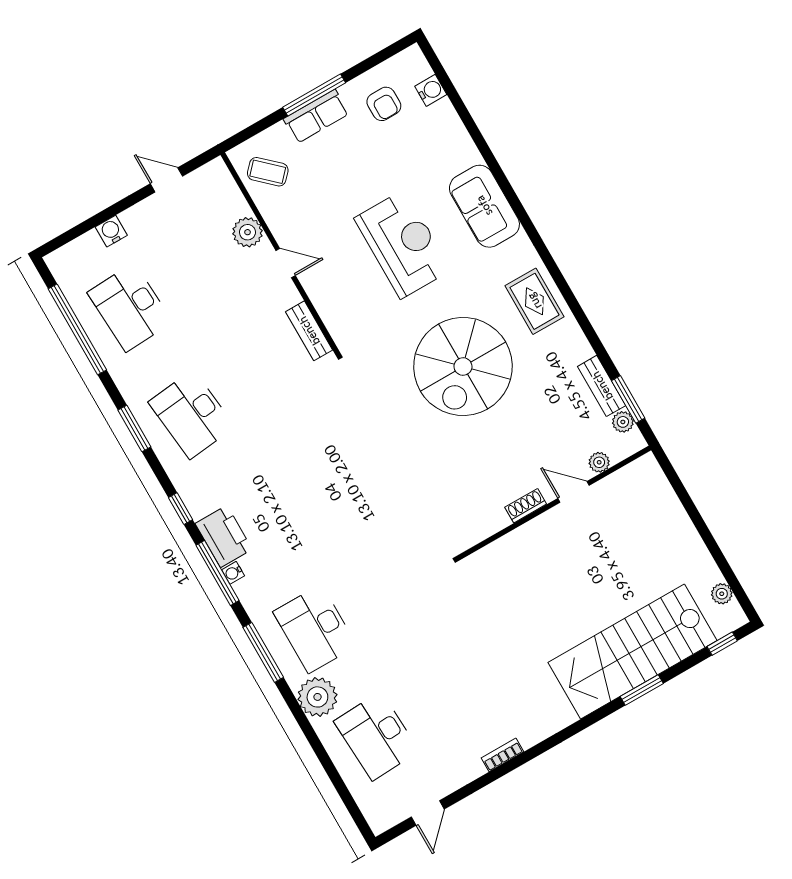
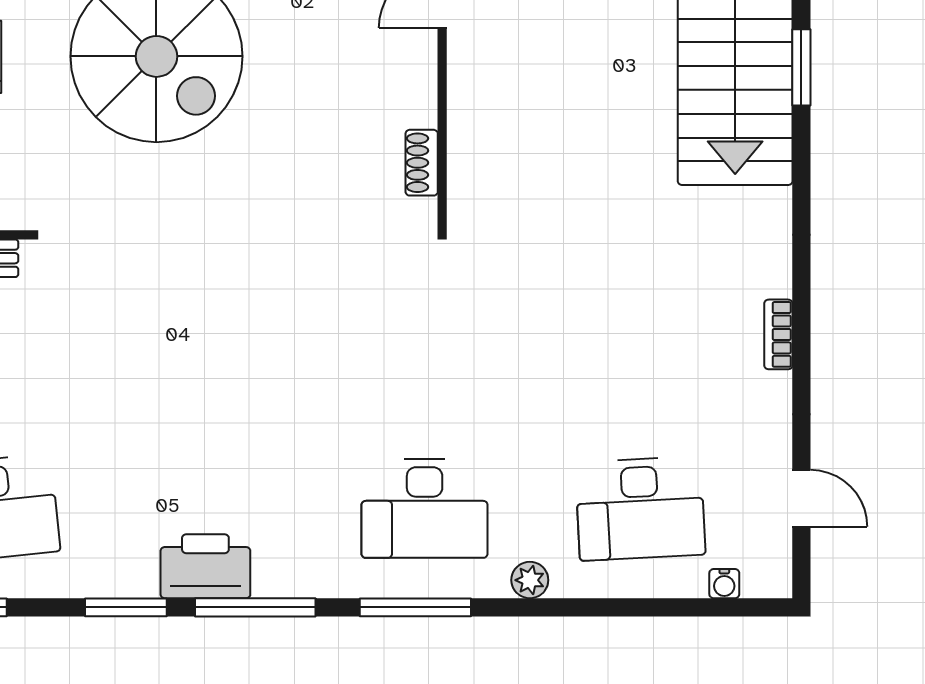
shoe rack: (526, 506) -> (422, 163), moved
window: (181, 509) -> (126, 607), width x1.50
water cooler: (233, 573) -> (724, 584), moved
plant: (317, 697) -> (530, 580), width x0.53, depth x0.53

